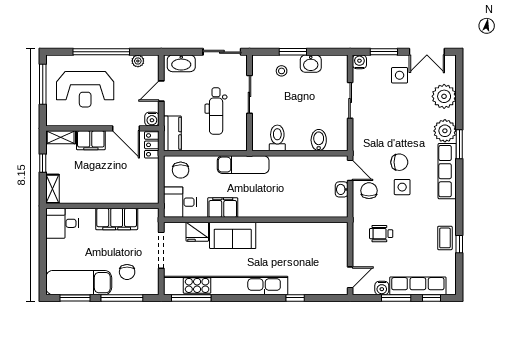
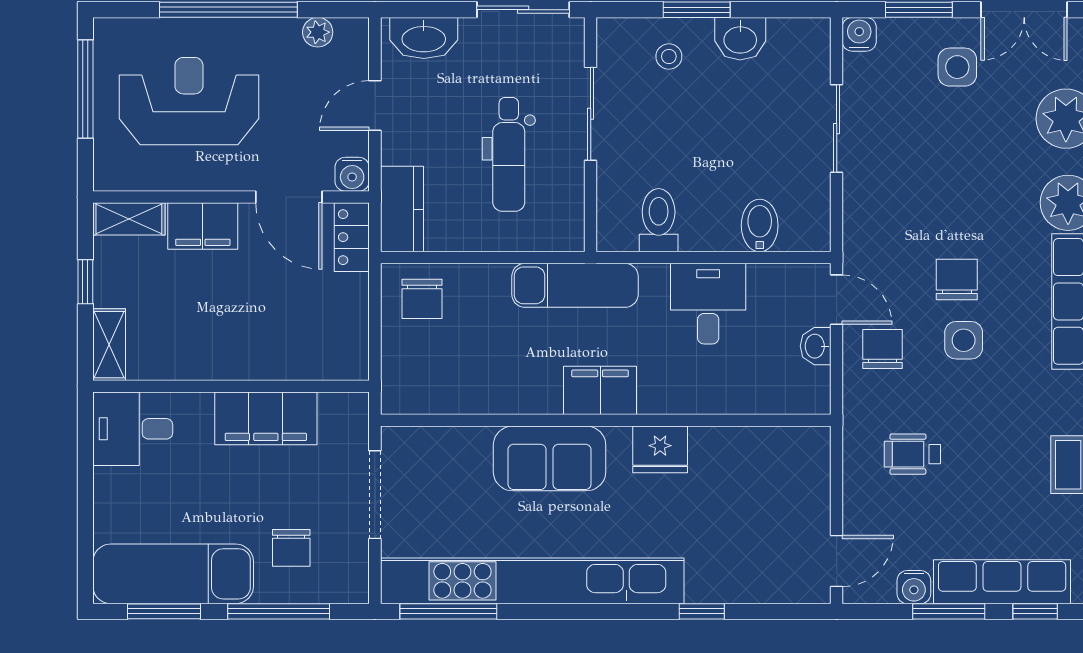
reception desk: (85, 89) -> (189, 101), turned 180
chair: (399, 162) -> (957, 280), turned -90
desk: (180, 202) -> (708, 304), moved, turned 90
filing cabinet: (223, 208) -> (600, 390), moved
fridge: (197, 232) -> (660, 449), moved

